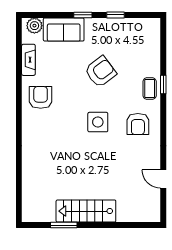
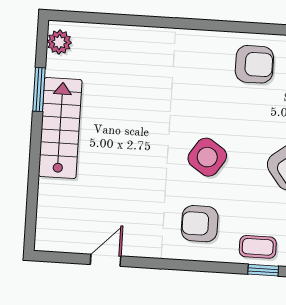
side table: (98, 122) -> (207, 157), turned 34
plant: (35, 215) -> (59, 42), added

